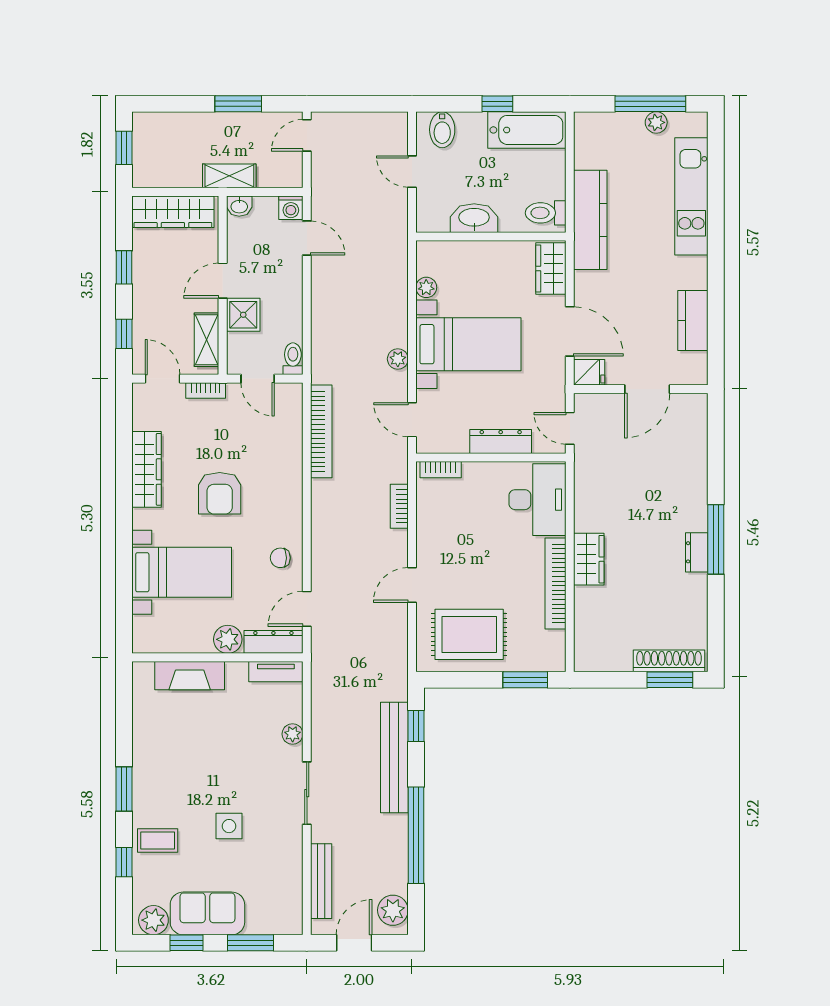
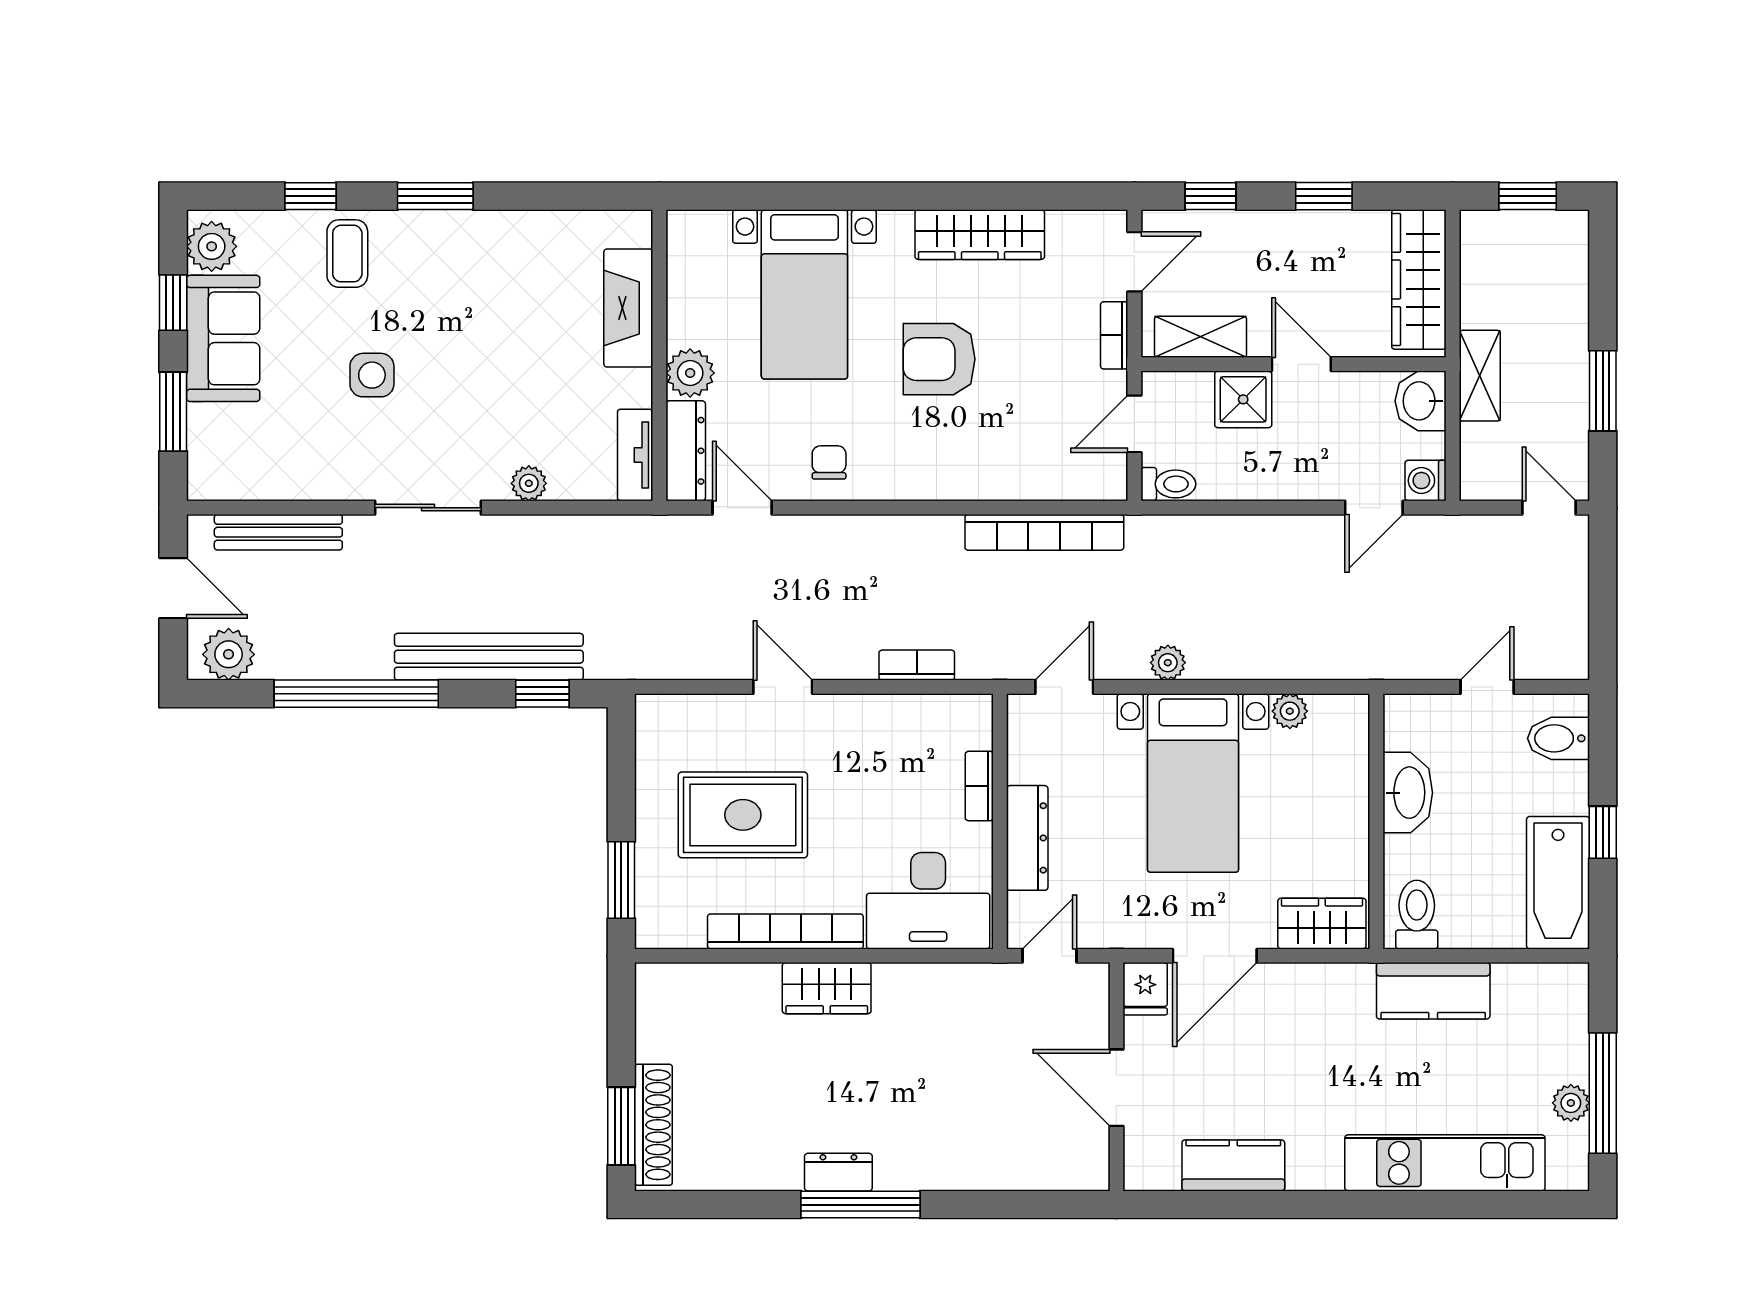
washbasin: (239, 206) -> (1421, 401), width x1.38, depth x1.45
kitchen counter: (590, 220) -> (1433, 991), width x0.67
bookcase: (441, 470) -> (979, 786), moved
rug: (469, 634) -> (743, 815), moved, turned 90

